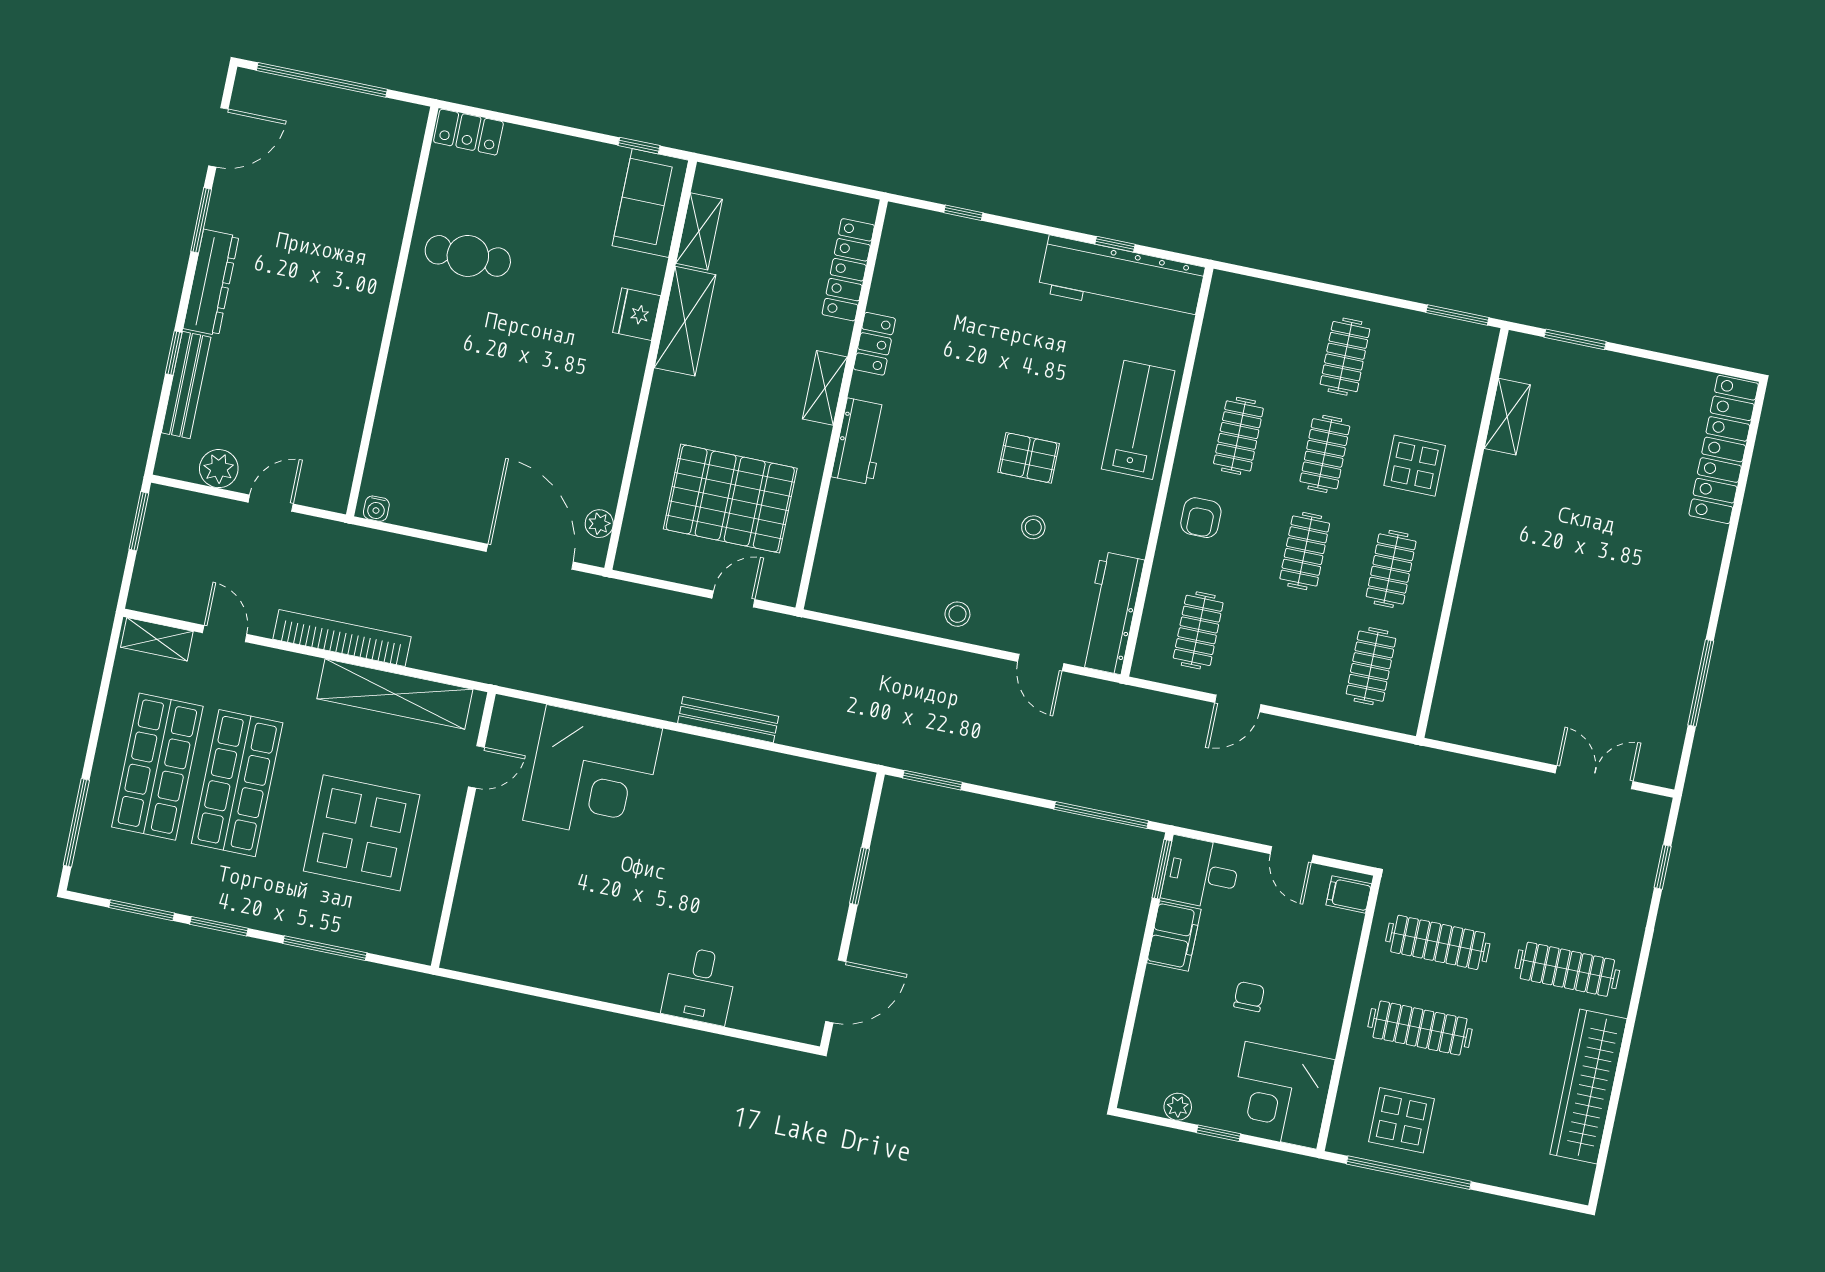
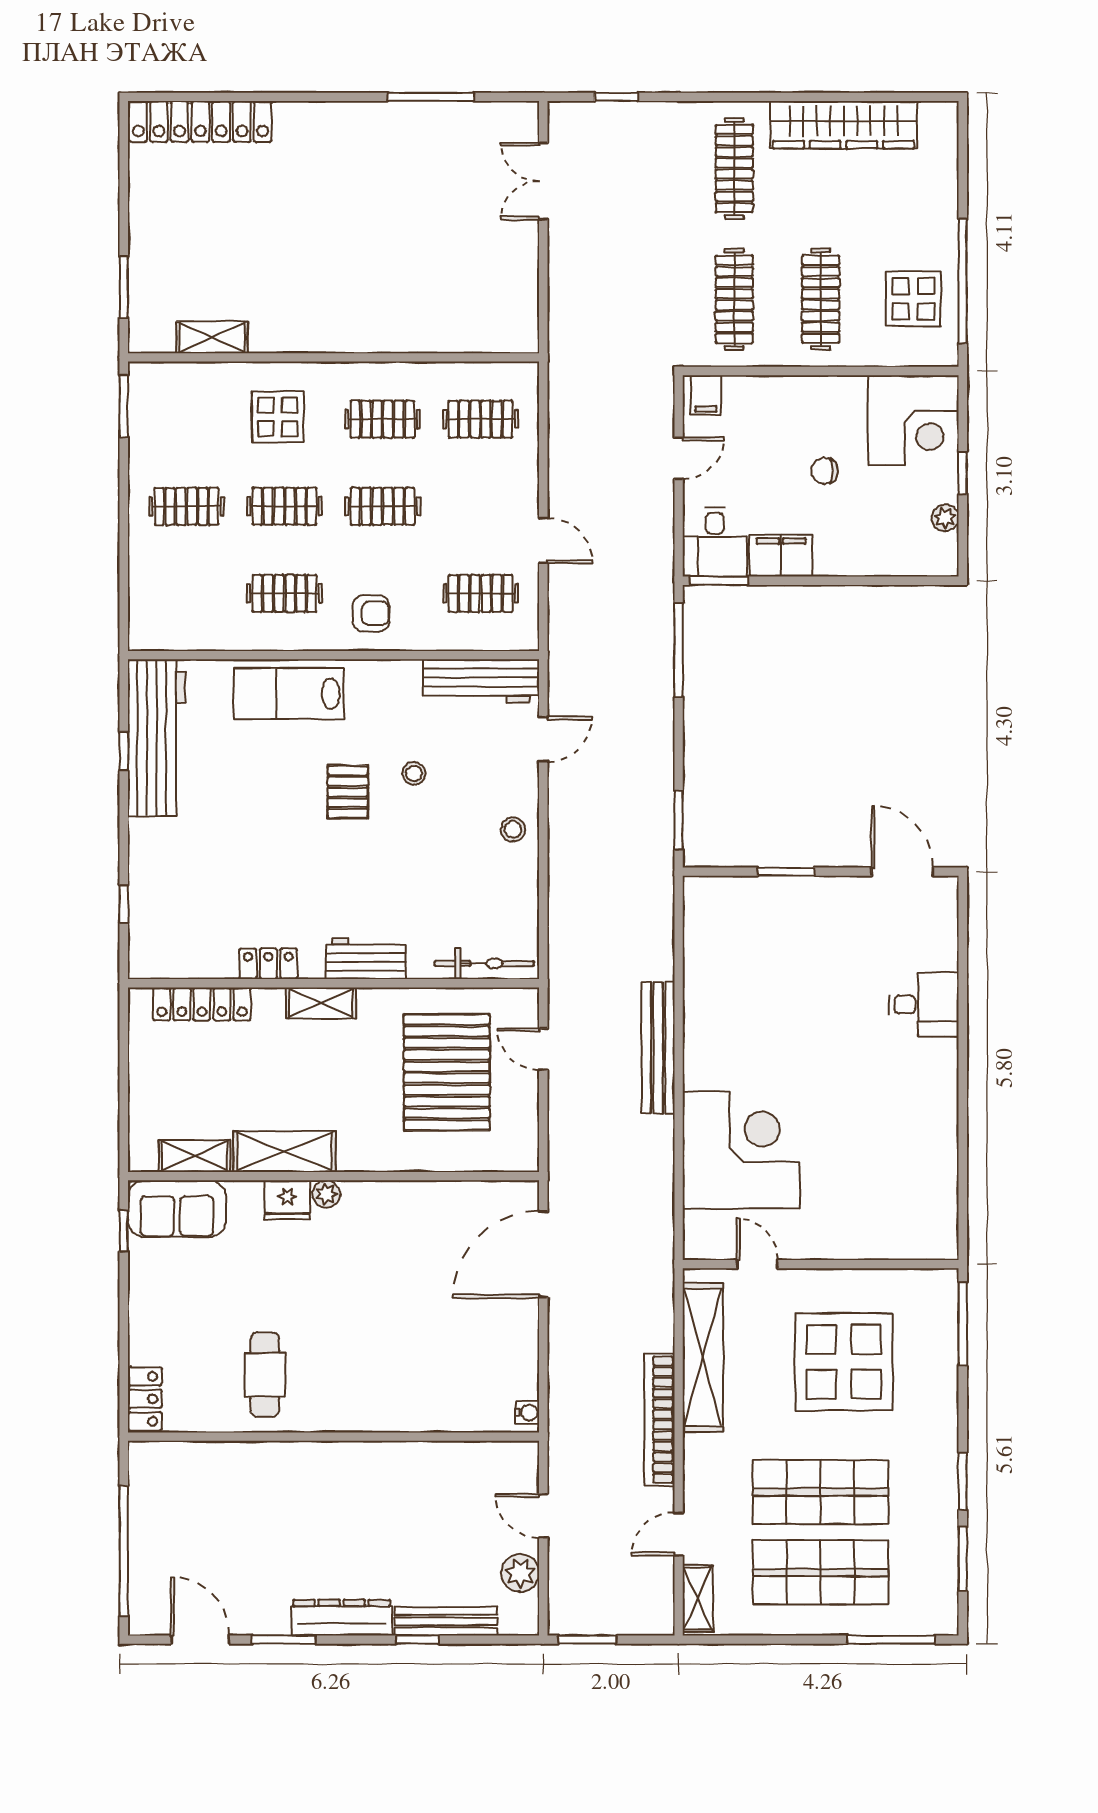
plant: (599, 524) -> (326, 1194), moved
bicycle: (830, 558) -> (484, 963), added
bench: (728, 720) -> (658, 1048), width x1.37, depth x1.21
window: (325, 948) -> (963, 1324), moved

